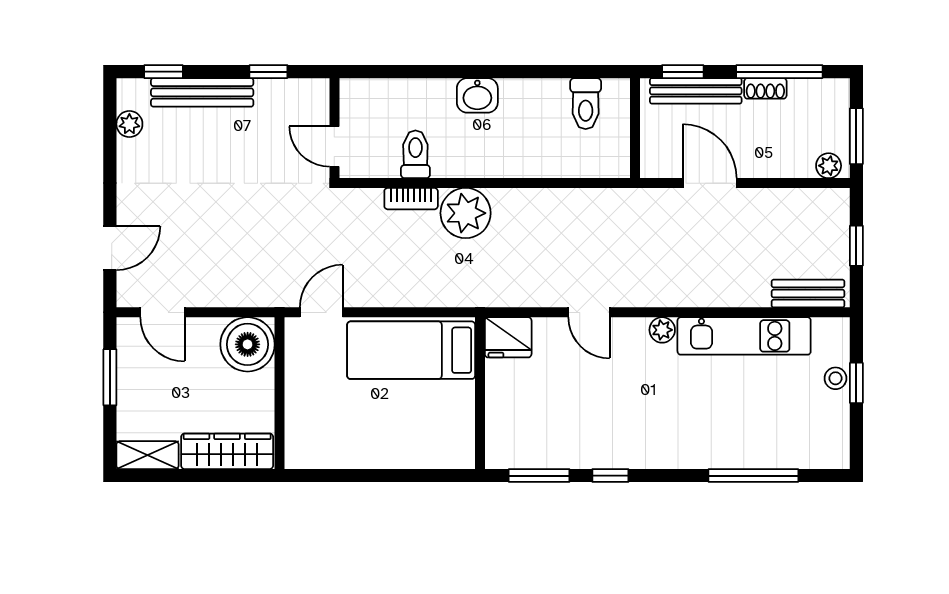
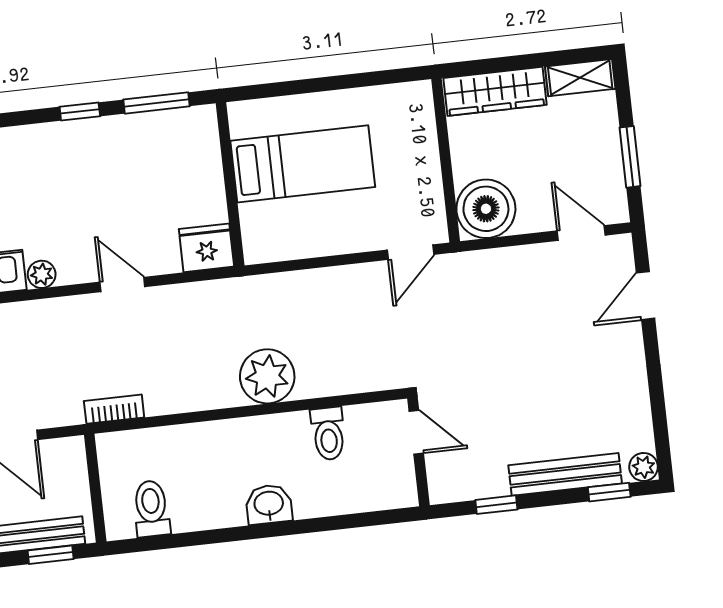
plant: (129, 124) -> (644, 467), moved
bookcase: (411, 199) -> (114, 409), moved
bed: (411, 350) -> (303, 164), moved

